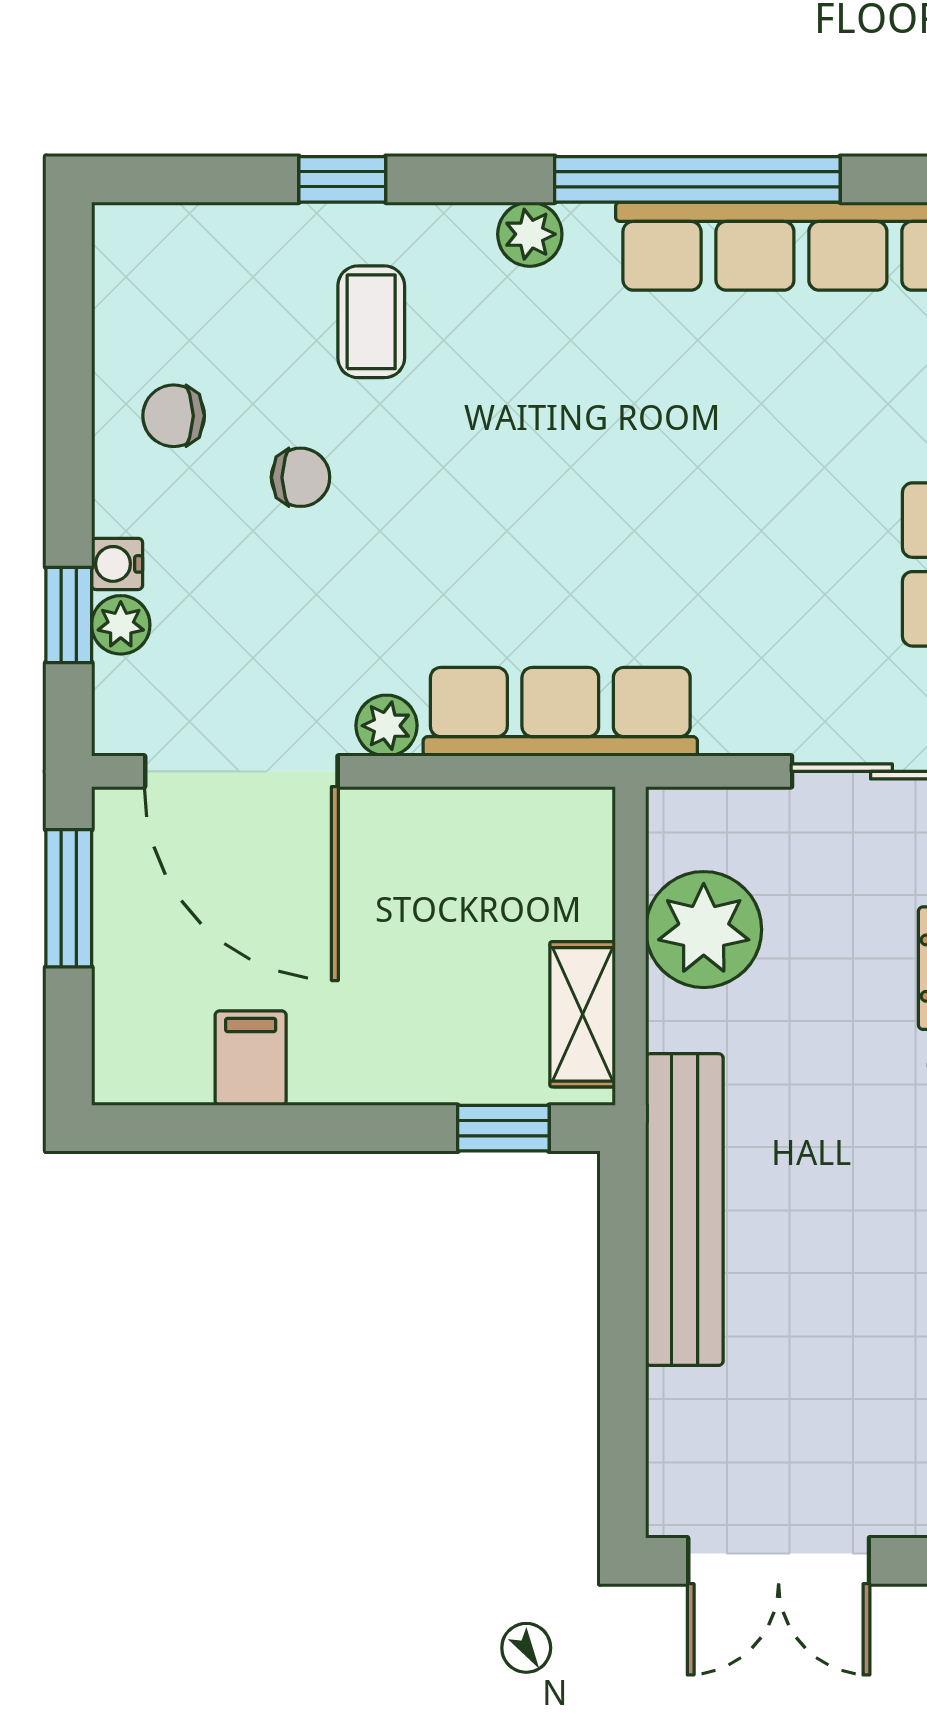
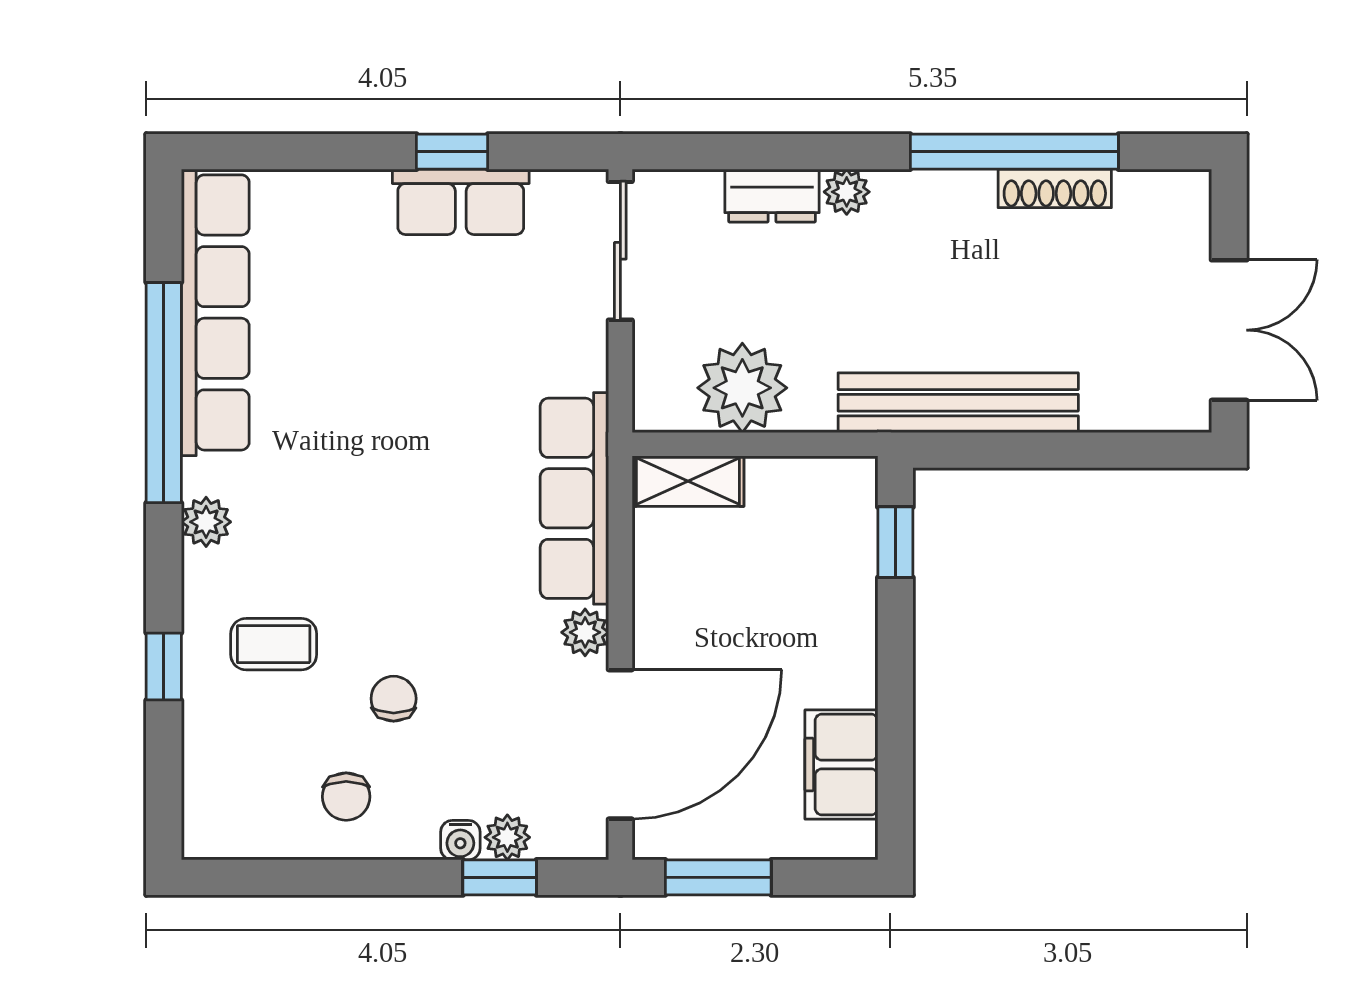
shelving: (583, 1014) -> (688, 481), moved
filing cabinet: (251, 1058) -> (841, 764), width x2.00

